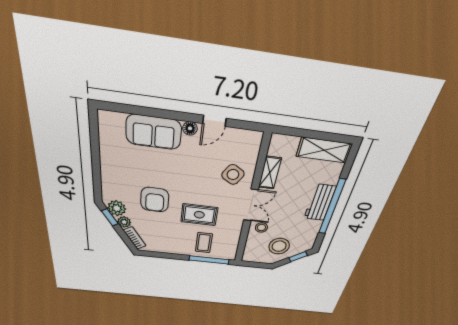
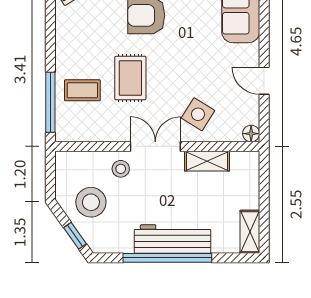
floor lamp: (190, 128) -> (251, 134), moved
shelving: (324, 150) -> (250, 232), width x0.67, depth x0.75
workbench: (320, 202) -> (173, 239), width x1.38
double door: (251, 205) -> (155, 146), swing flipped

